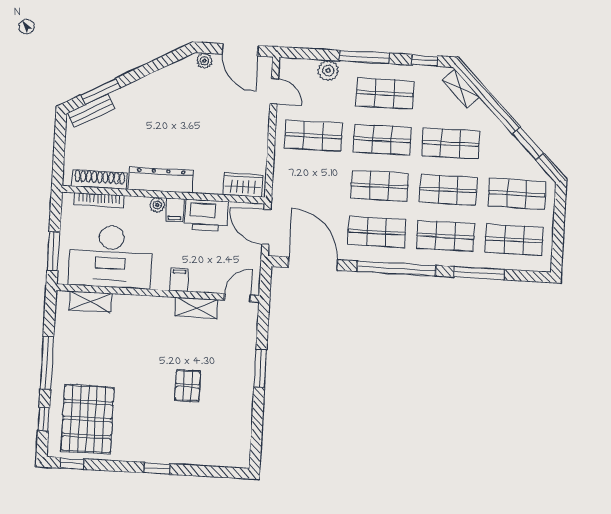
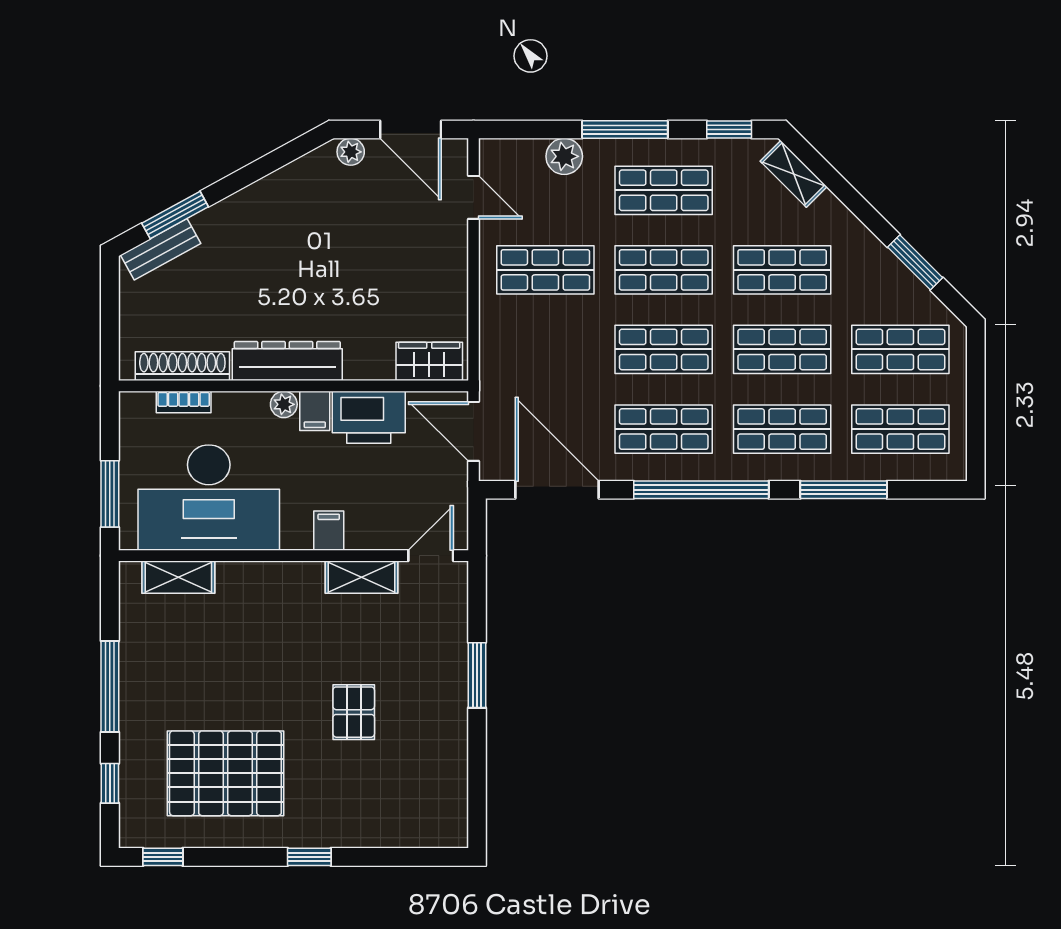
bookcase: (99, 200) -> (184, 402), width x0.64
pallet: (87, 419) -> (225, 773), moved, turned 90

